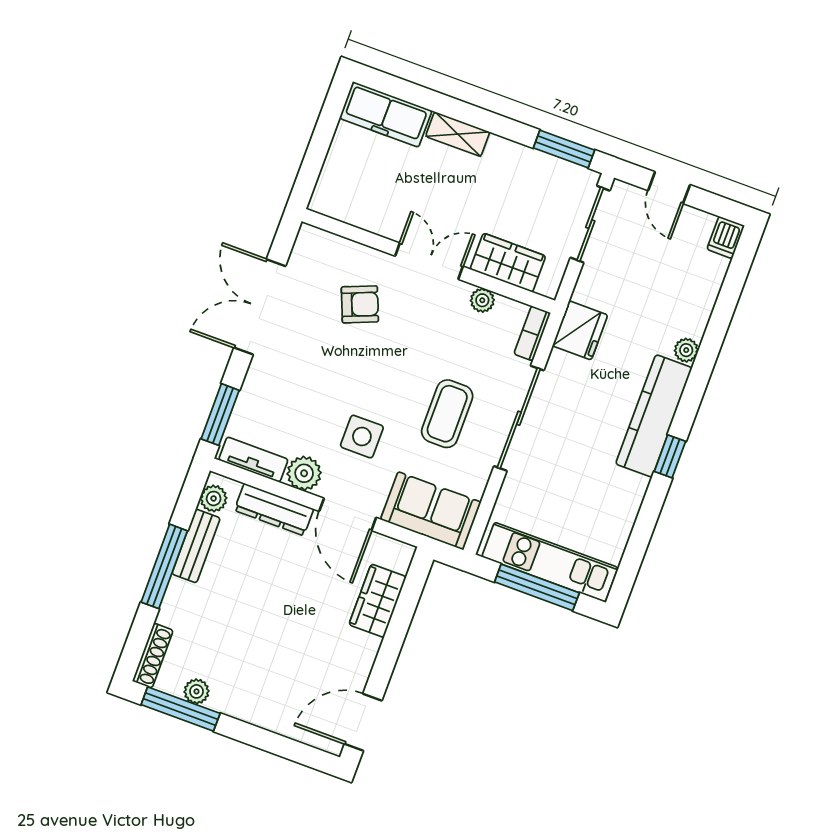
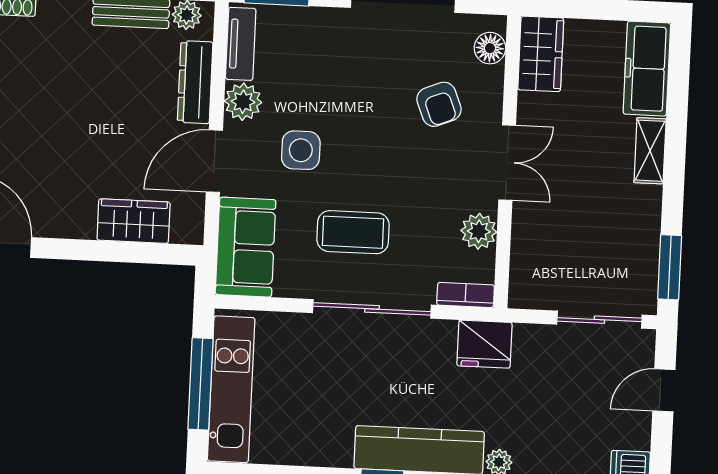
floor lamp: (325, 245) -> (490, 48), added
wardrobe: (508, 263) -> (541, 54), moved
plant: (482, 300) -> (479, 231), width x1.38, depth x1.38

